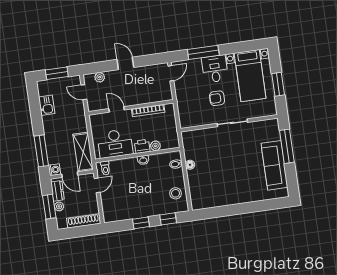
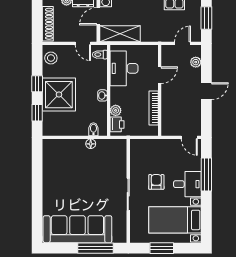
printer: (142, 146) -> (117, 124), moved
sofa: (274, 165) -> (77, 229), width x1.36, depth x1.27
stool: (176, 193) -> (51, 58), moved
shower: (148, 201) -> (59, 95), added

